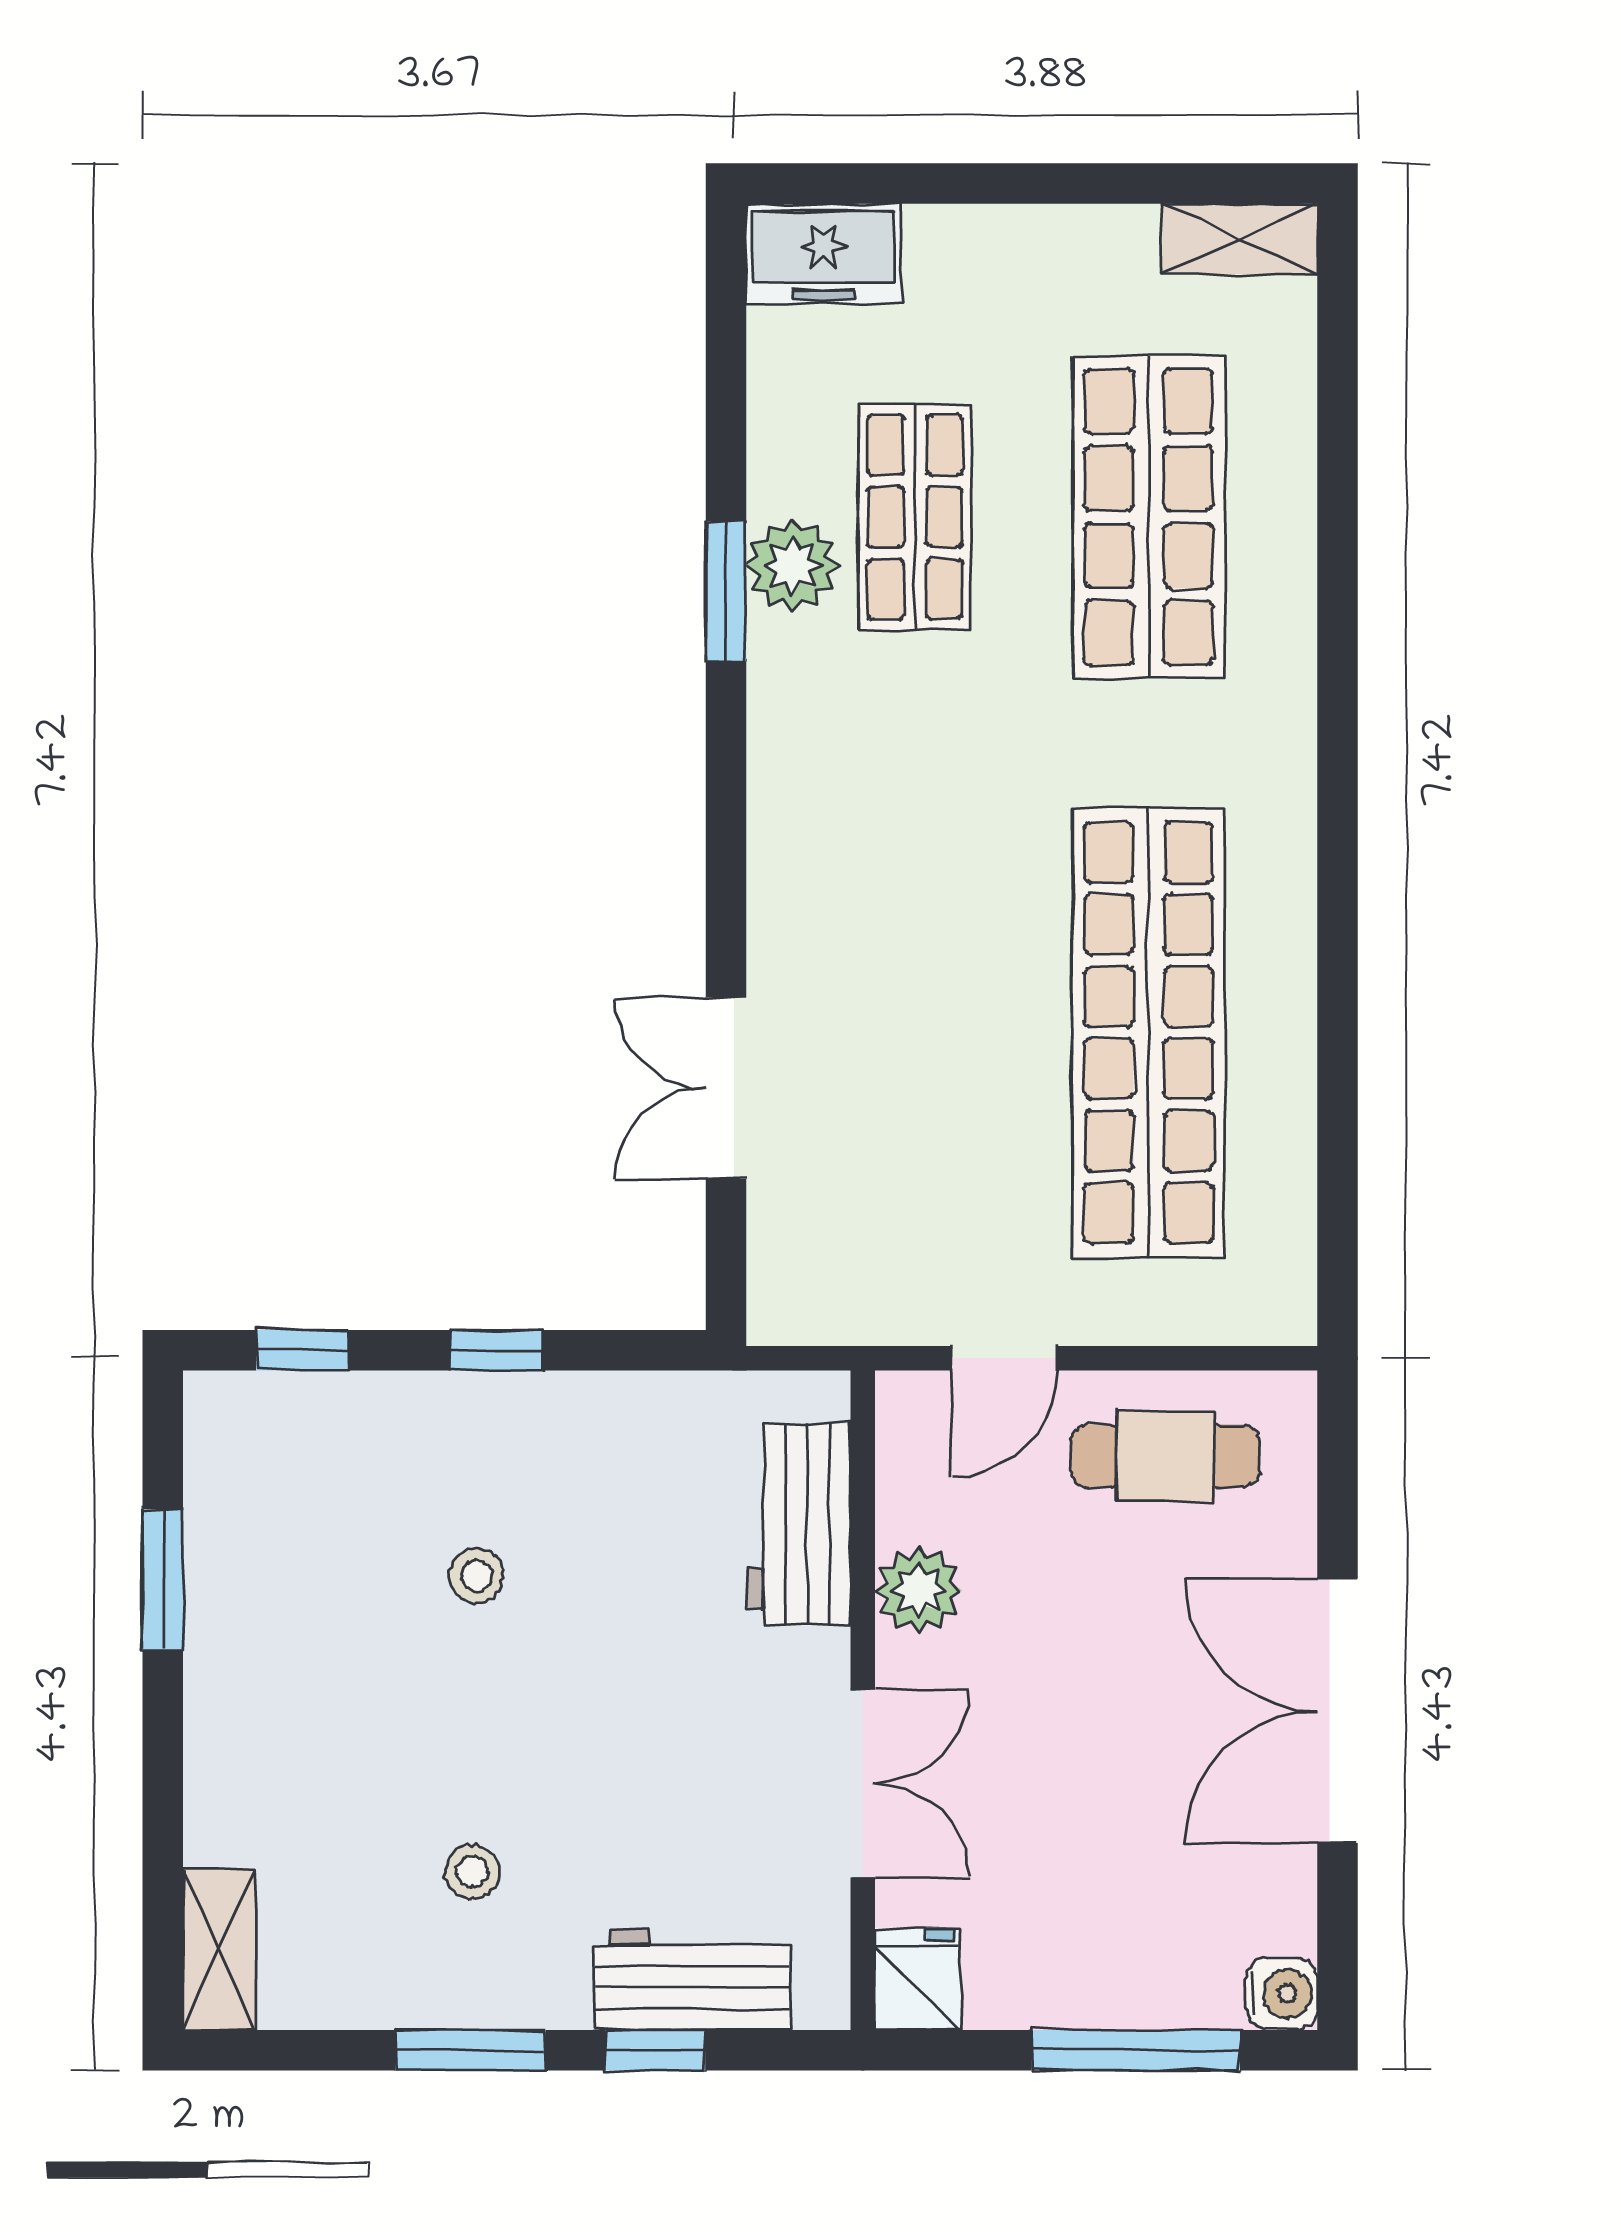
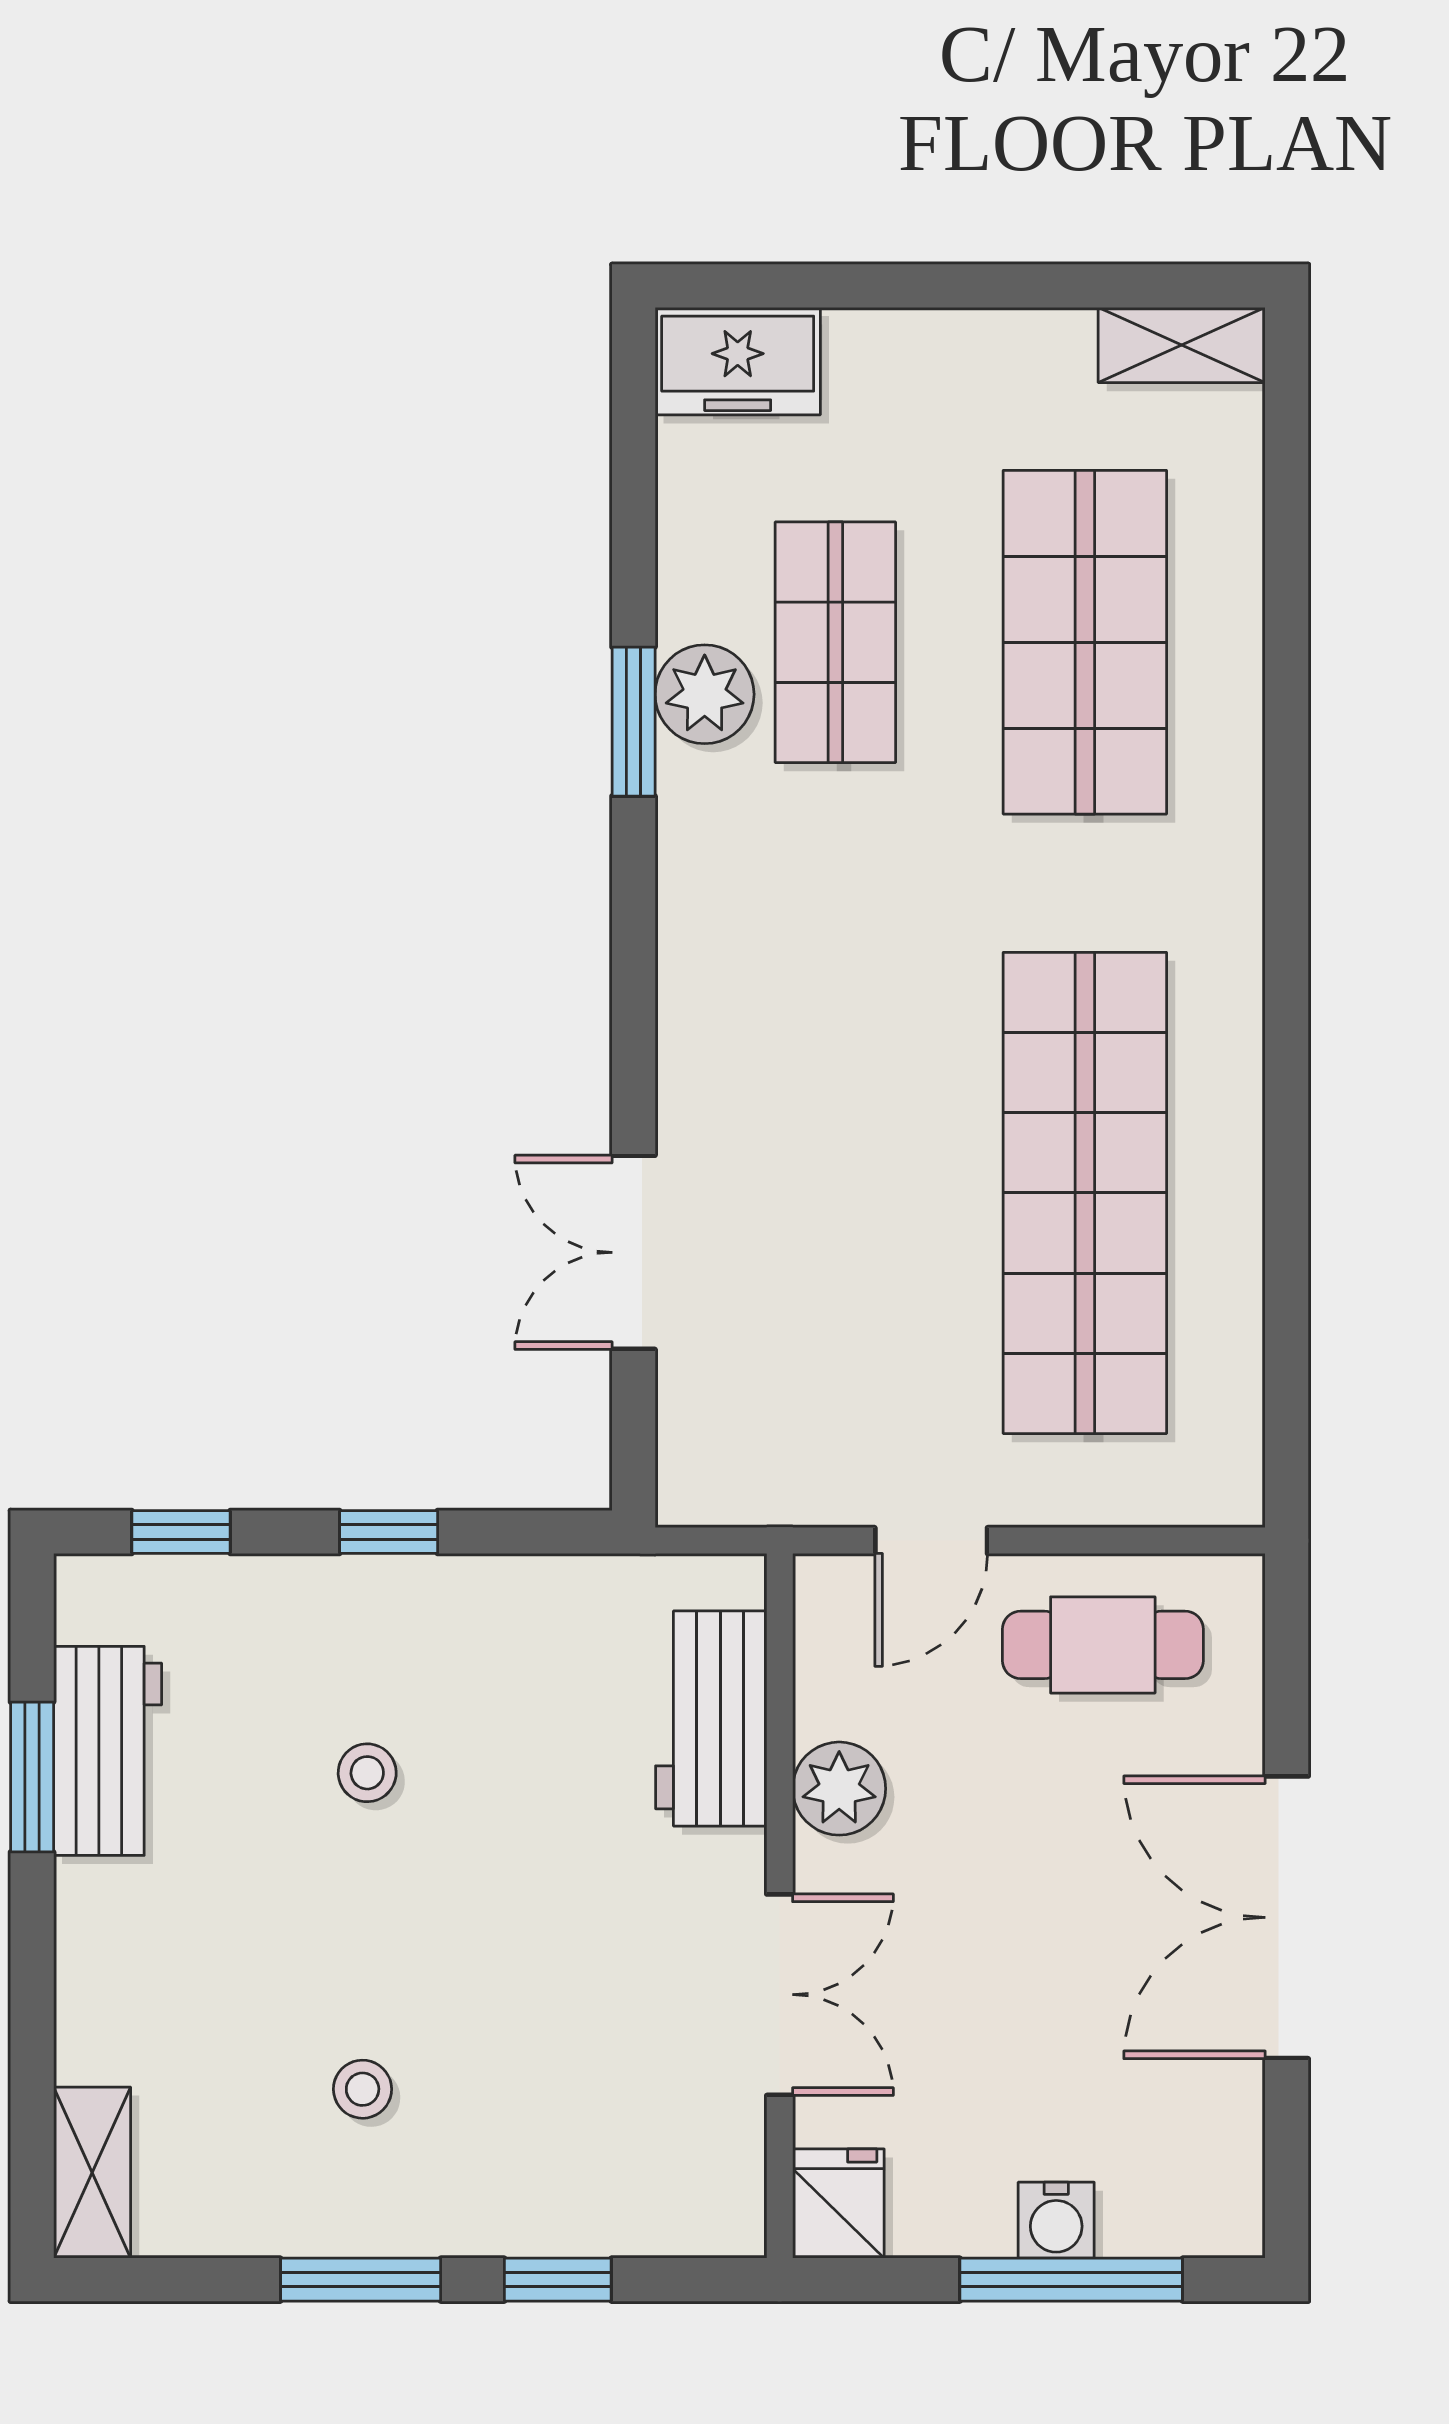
workbench: (693, 1980) -> (108, 1751), moved, turned 90
water cooler: (1282, 1993) -> (1056, 2220), moved, turned 90

